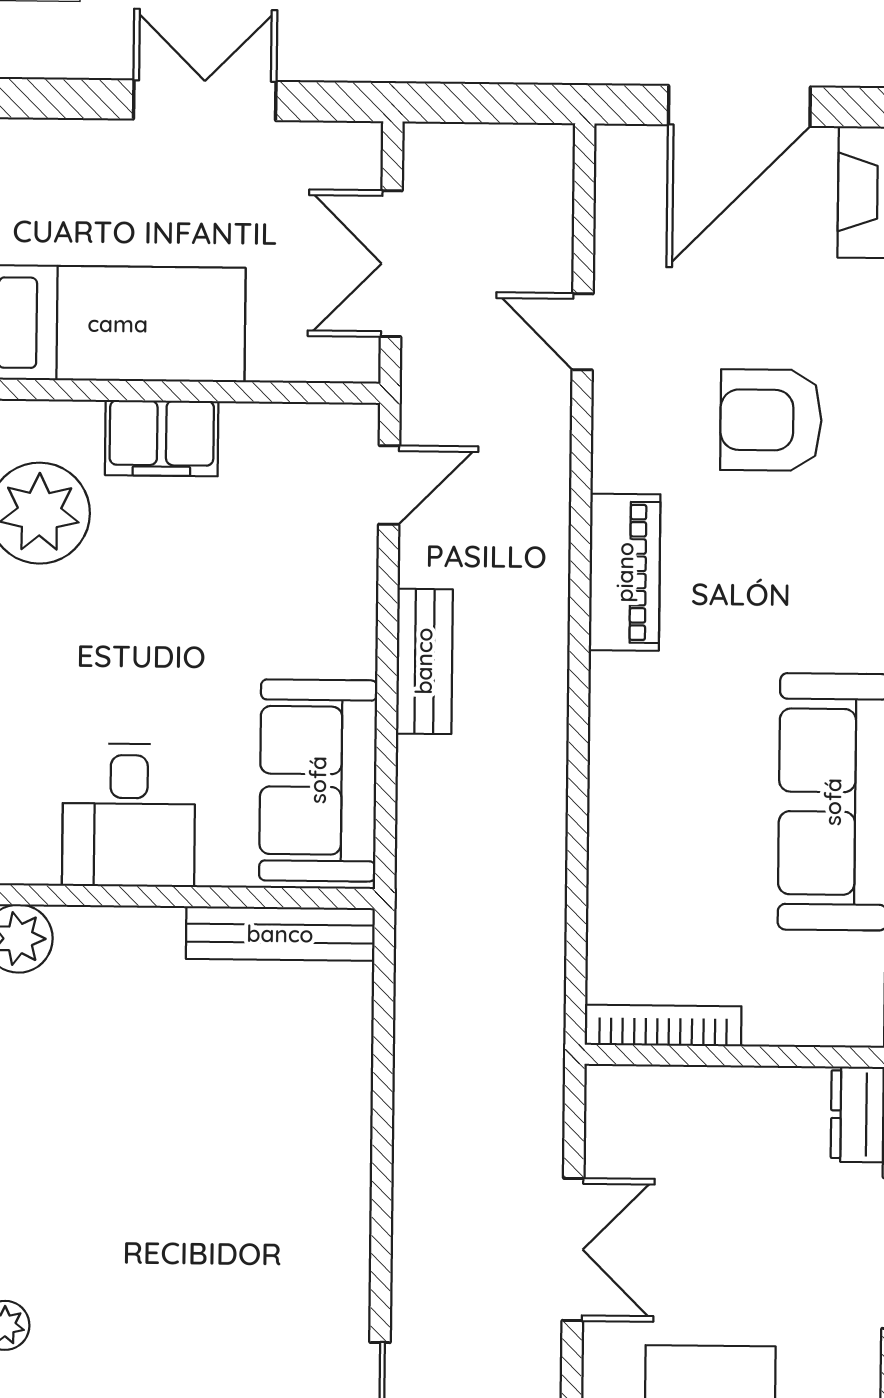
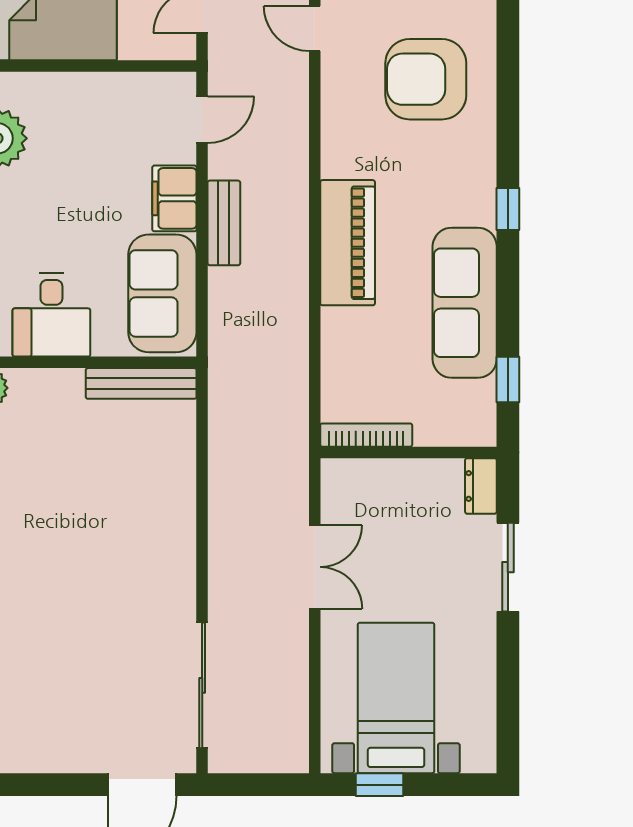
armchair: (771, 420) -> (426, 79), width x1.36, depth x1.36
filing cabinet: (162, 438) -> (174, 198), moved, turned 90
piano: (625, 572) -> (348, 243), moved, width x1.37, depth x1.33

